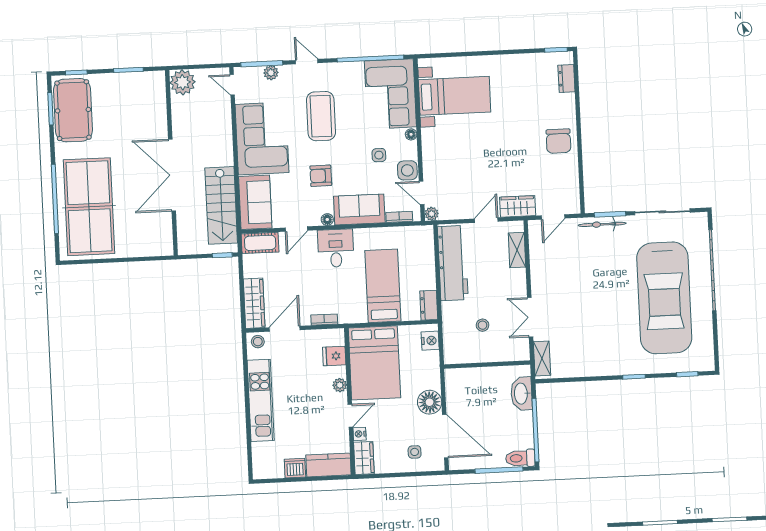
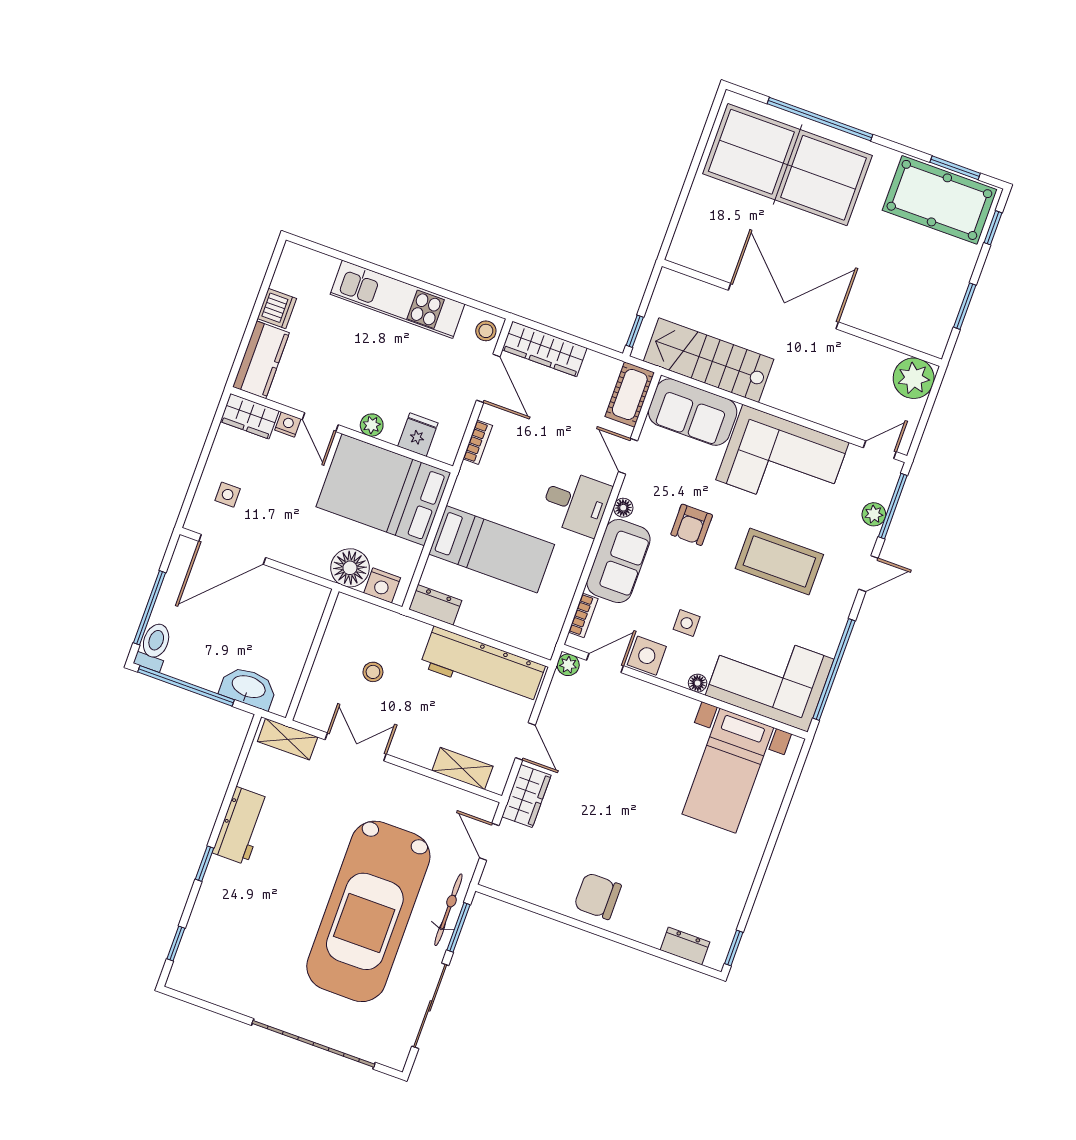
armchair: (321, 176) -> (692, 525), turned 180
car: (664, 298) -> (368, 911), moved, turned -90
workbench: (603, 365) -> (241, 826), added
floor lamp: (430, 402) -> (350, 568), moved

